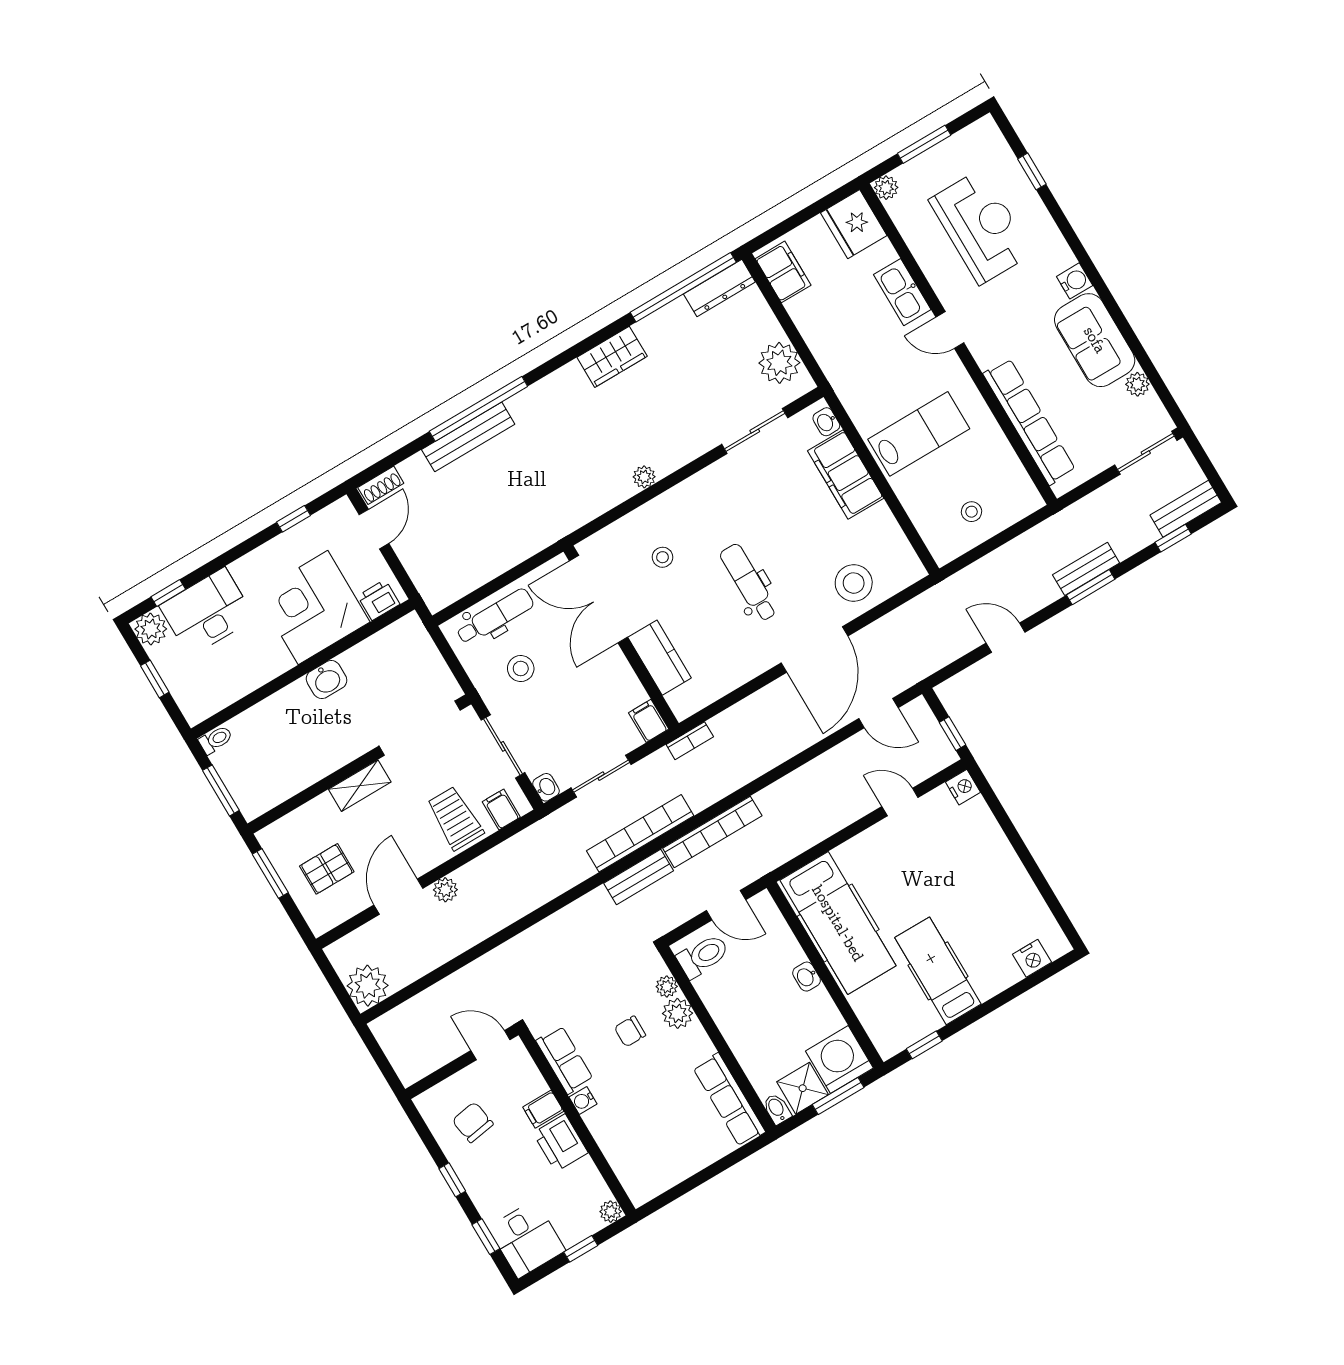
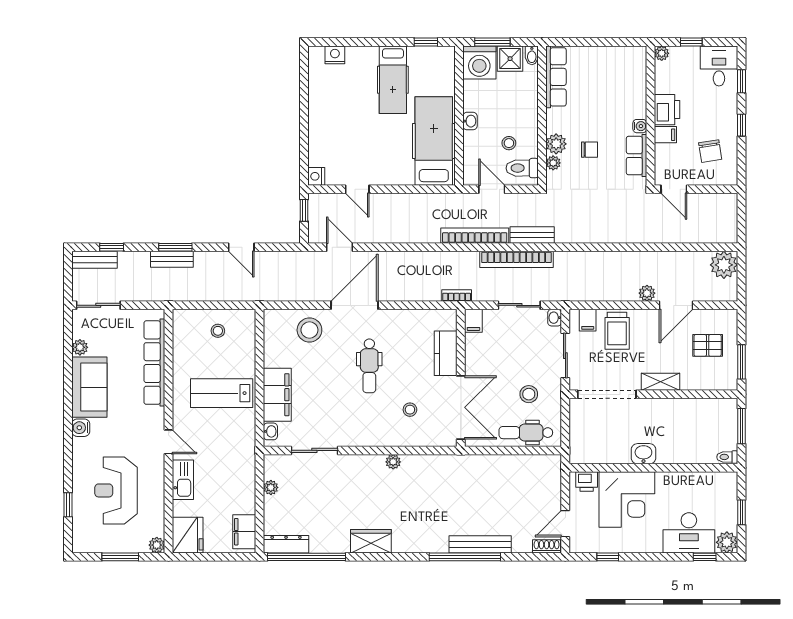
plant: (779, 363) -> (271, 487), width x0.53, depth x0.53
stool: (739, 978) -> (509, 143), added

